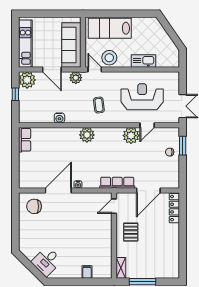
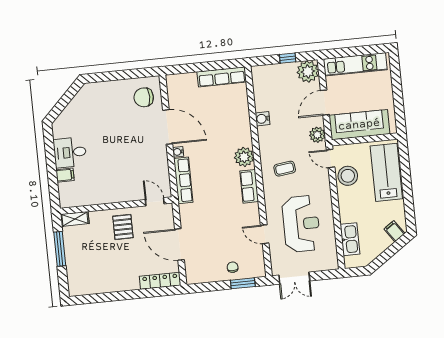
filing cabinet: (155, 27) -> (394, 231), added
kitchen sink: (143, 61) -> (350, 239), moved
door: (95, 69) -> (331, 158), swing flipped
row of seats: (110, 133) -> (249, 186), added
plant: (131, 136) -> (249, 215), removed
row of seats: (25, 140) -> (222, 77), width x1.48
row of seats: (117, 183) -> (183, 180), moved
chair: (34, 206) -> (144, 97), turned -90
pallet: (131, 232) -> (123, 227), turned 90
desk: (47, 261) -> (70, 152), moved, turned -45

